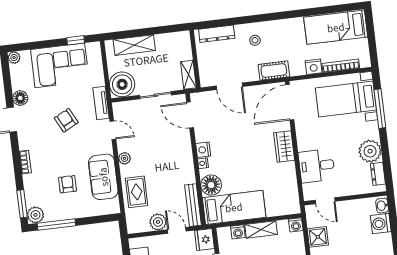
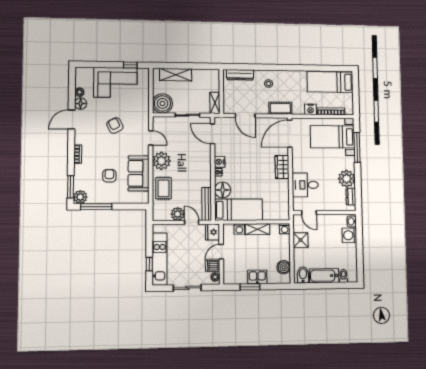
plant: (14, 58) -> (80, 92), moved
tv unit: (101, 103) -> (144, 116), removed
plant: (125, 158) -> (161, 161), width x1.88, depth x1.88

